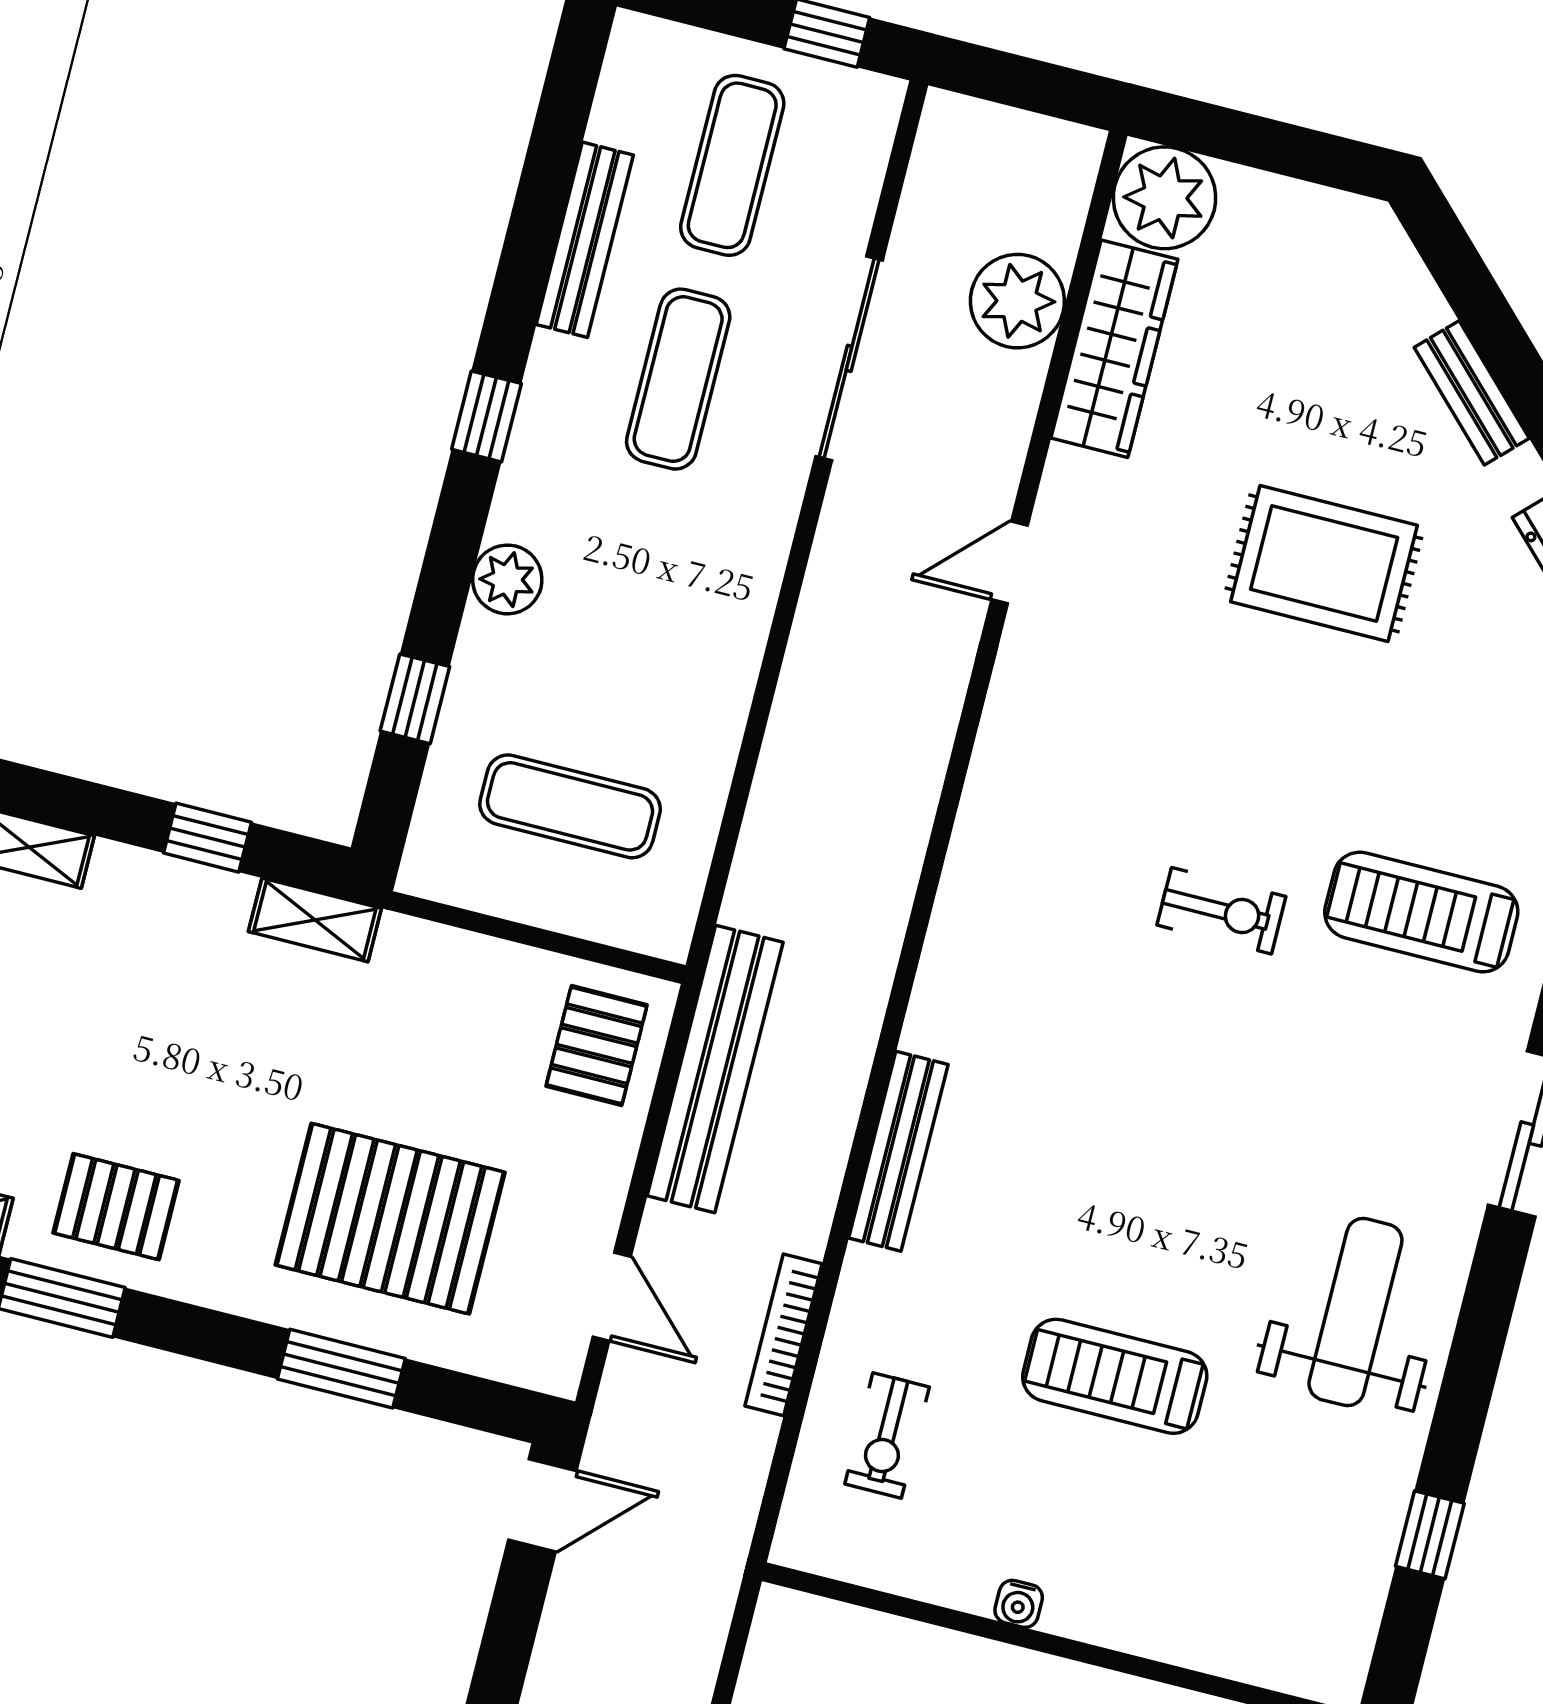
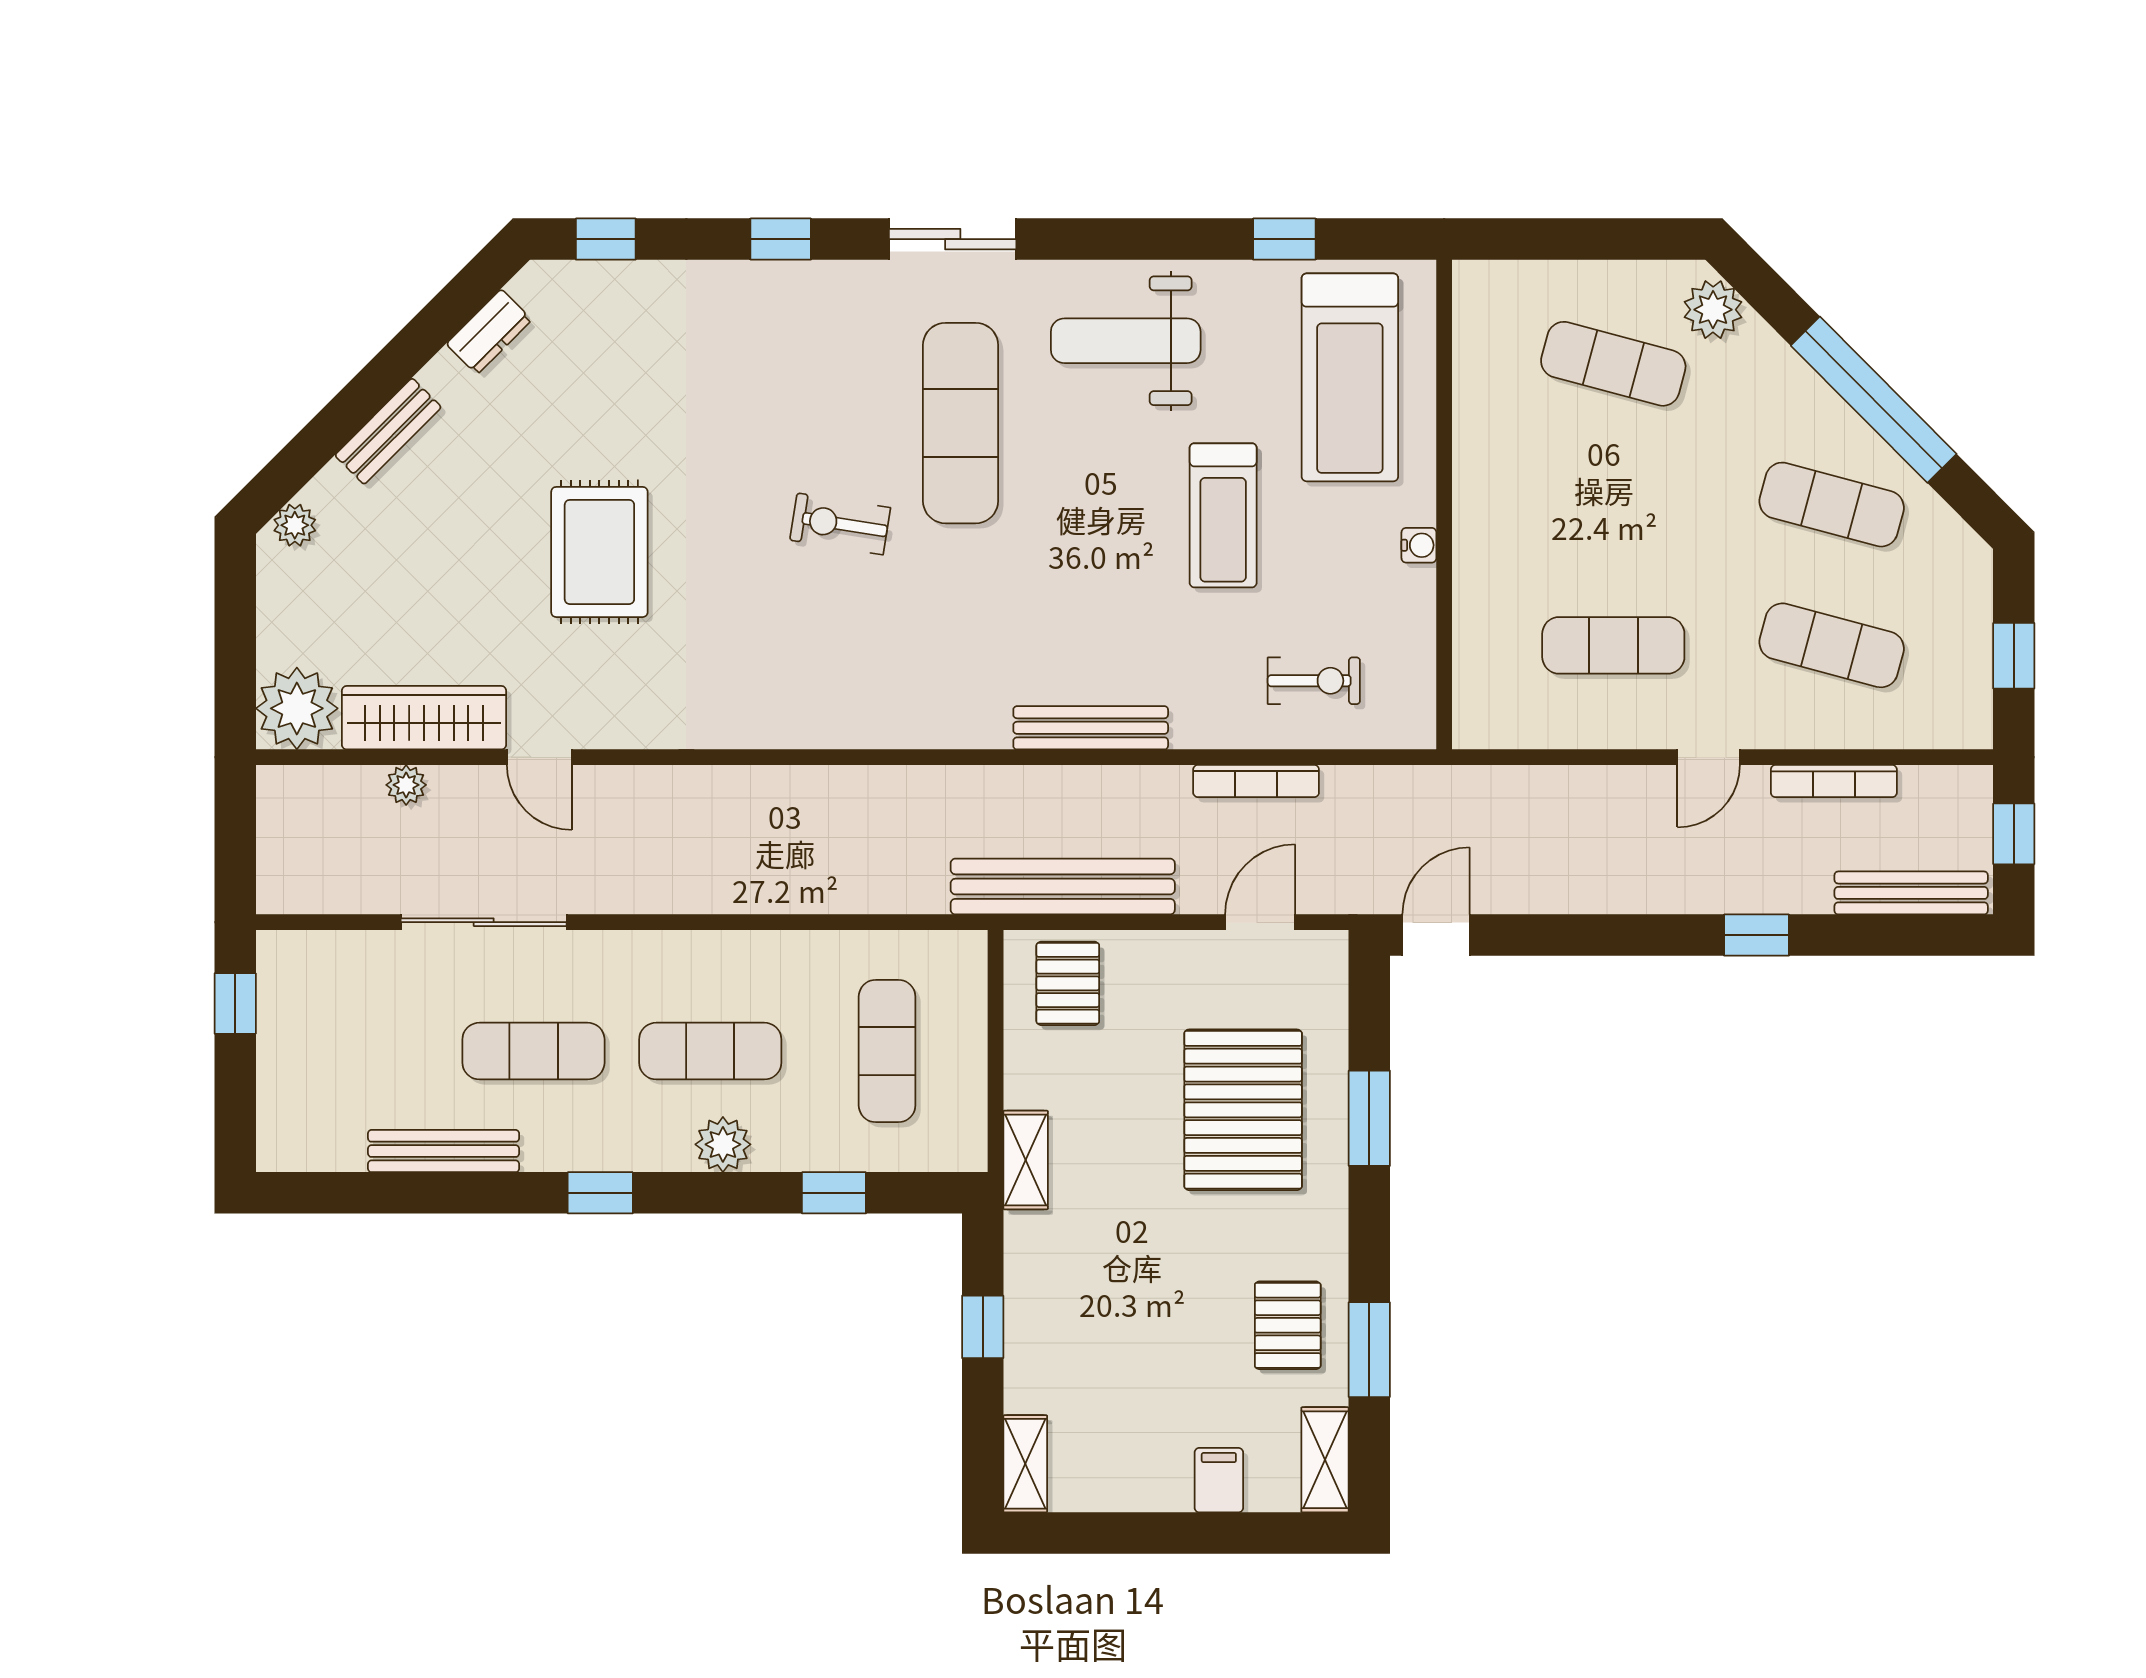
exercise mat: (732, 165) -> (710, 1051), moved
plant: (1387, 251) -> (295, 525), added
plant: (1017, 301) -> (406, 785), width x0.53, depth x0.53
door: (1010, 563) -> (539, 757), moved
rug: (1324, 563) -> (599, 552), moved
exercise bike: (1221, 911) -> (840, 524), turned -81
treadmill: (1421, 912) -> (1350, 377), moved, width x1.37, depth x1.38
shelving: (315, 920) -> (1026, 1160), moved
pallet: (597, 1046) -> (1068, 983), turned 90
exercise mat: (1306, 1087) -> (961, 423), added
door: (542, 1505) -> (1436, 935), hinge flipped

